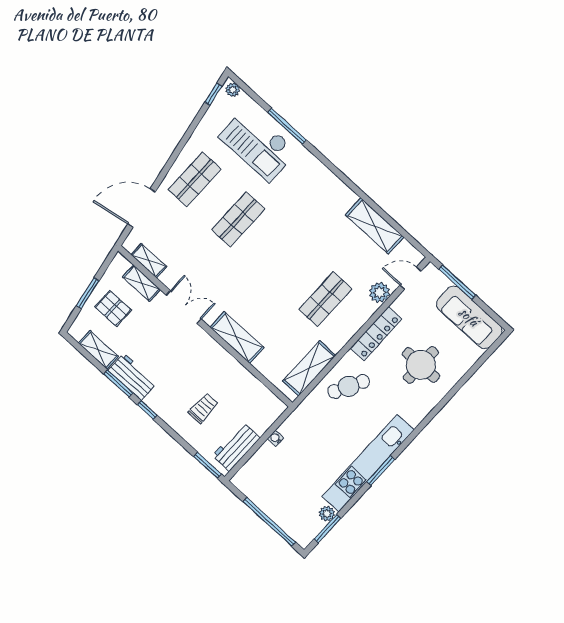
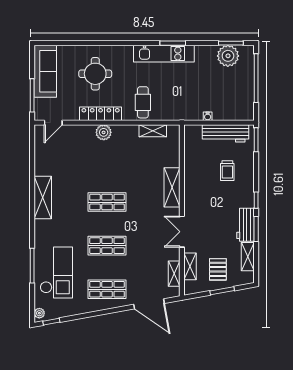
shelving: (375, 226) -> (43, 198), moved
door: (411, 278) -> (53, 123), hinge flipped
plant: (379, 293) -> (104, 132), moved
shop shelf: (325, 299) -> (107, 202), moved
shelving: (309, 368) -> (153, 131), width x0.67, depth x0.75
cafe table: (349, 386) -> (143, 102), turned 62
trolley: (203, 408) -> (227, 171), turned -90
workbench: (236, 447) -> (225, 133), width x1.38
kitchen unit: (368, 463) -> (164, 54), width x0.73
plant: (327, 514) -> (228, 56), width x1.88, depth x1.88

